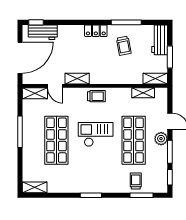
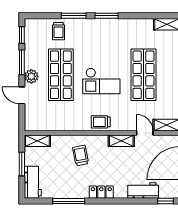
workbench: (43, 32) -> (143, 191), moved
trolley: (124, 46) -> (81, 155), moved
shelving: (143, 93) -> (51, 126), removed
window: (142, 195) -> (74, 16), moved

